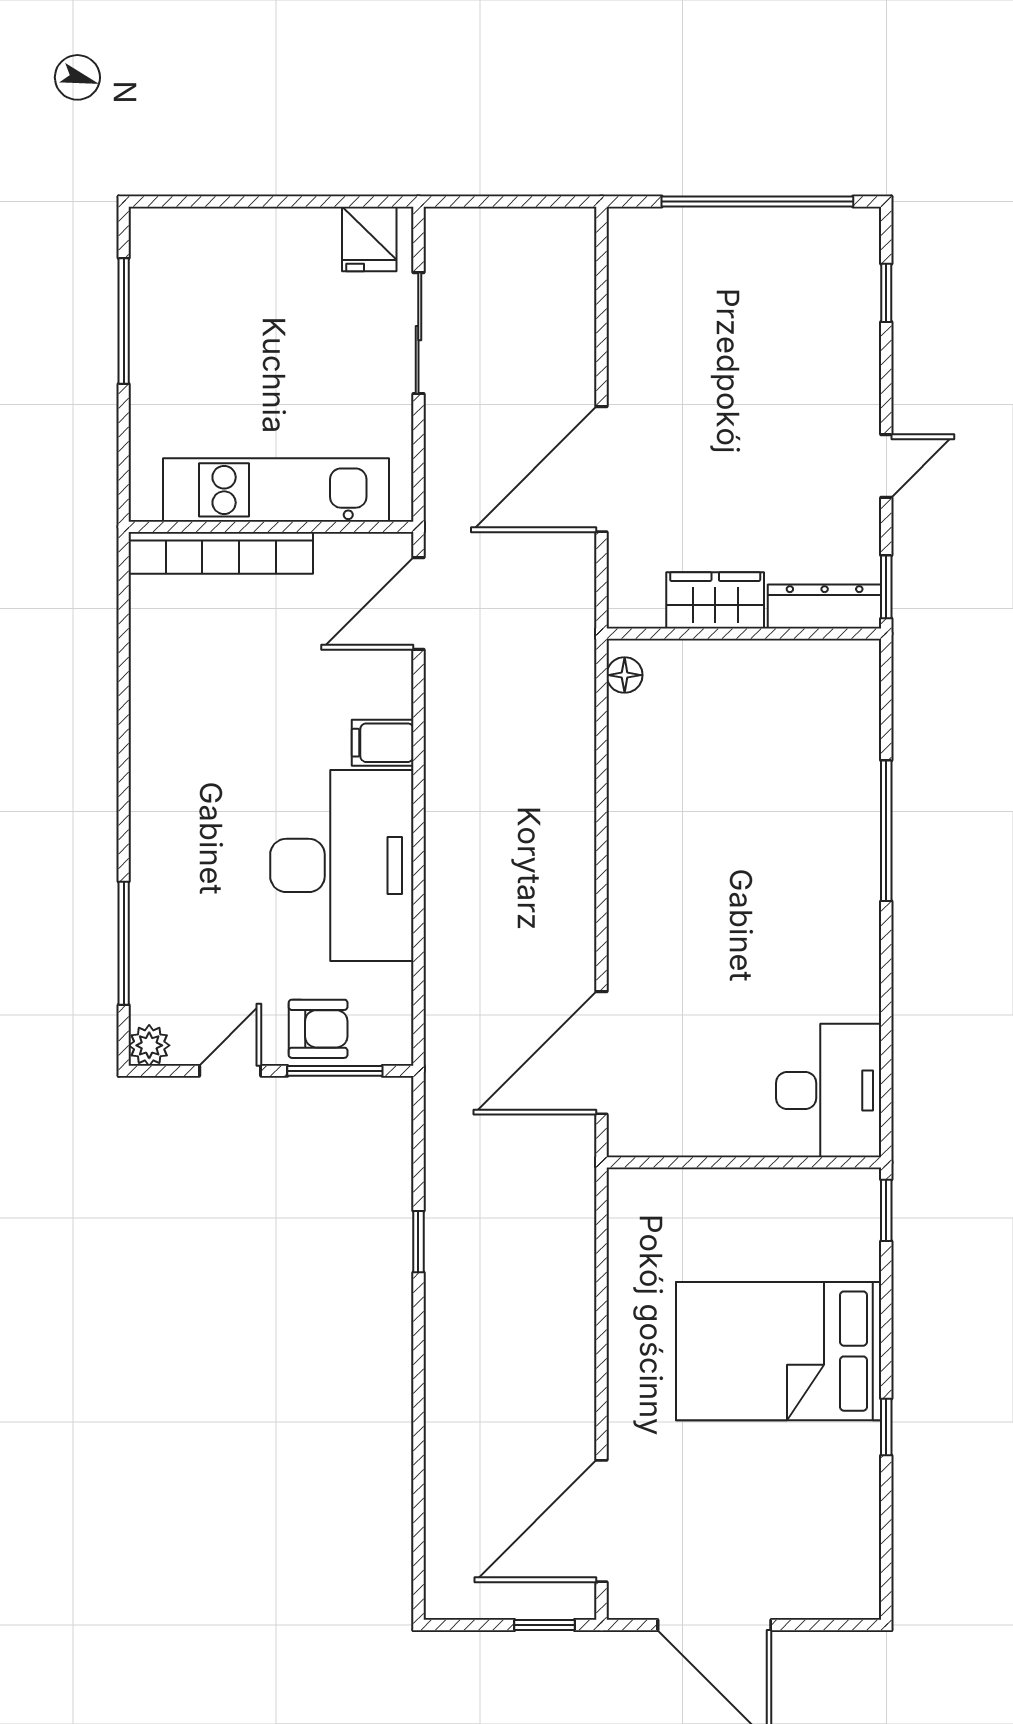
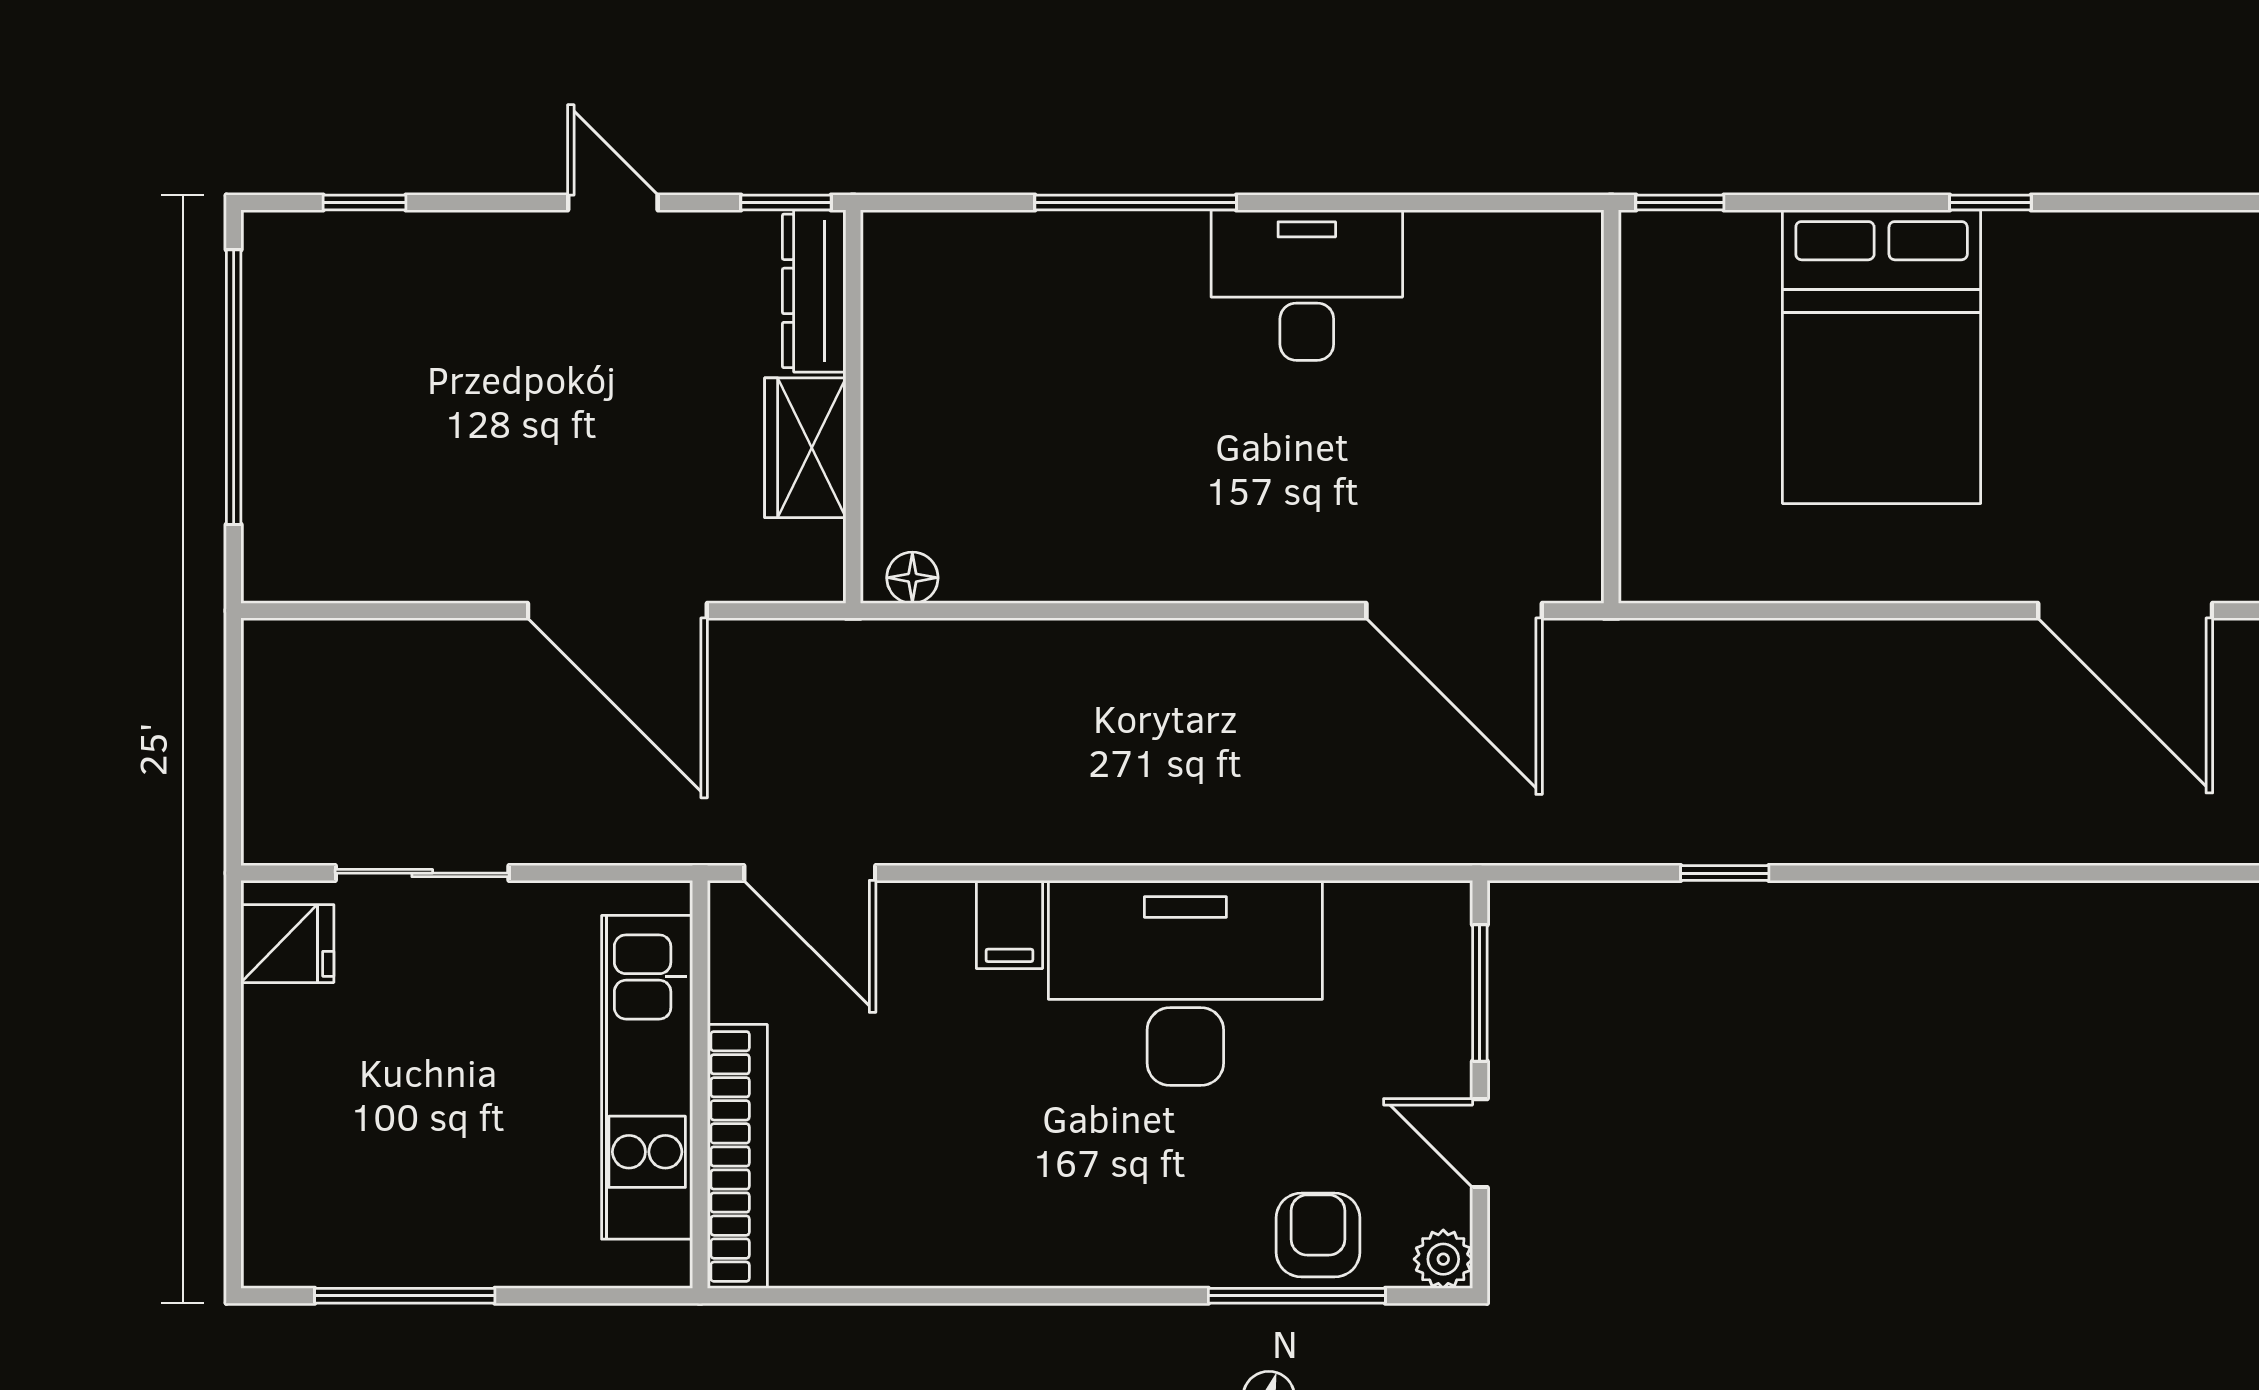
armchair: (318, 1029) -> (1318, 1235), moved
desk: (829, 1091) -> (1307, 285), moved

